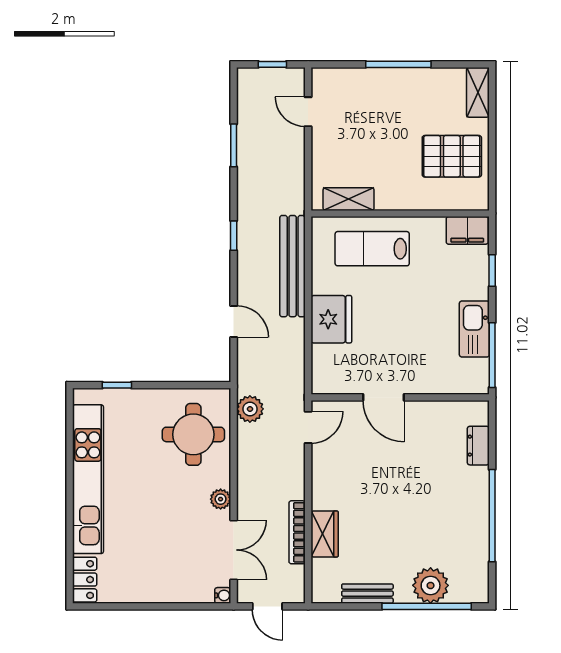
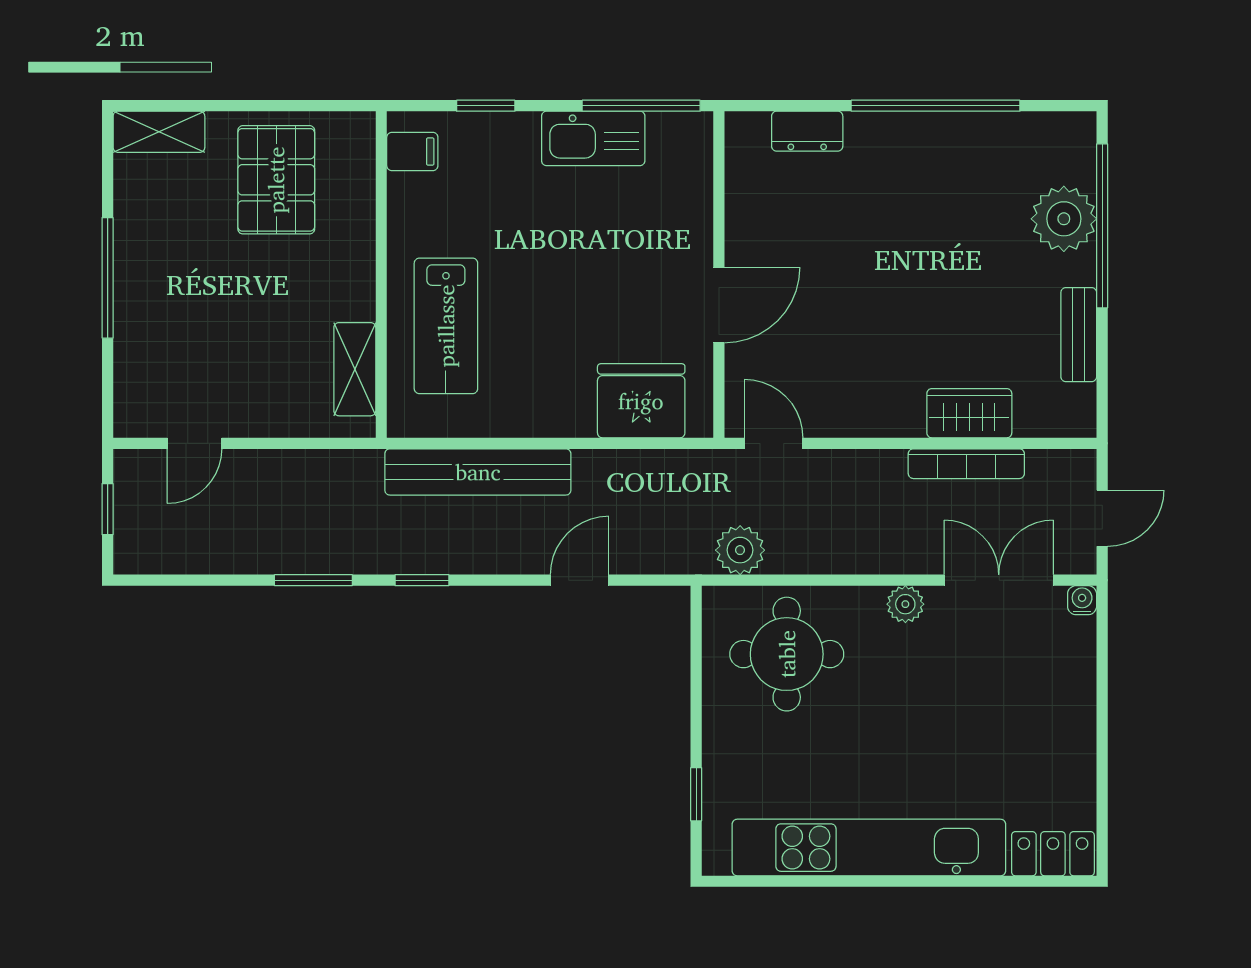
window: (234, 145) -> (313, 580), moved
filing cabinet: (467, 230) -> (412, 151), width x0.50
fridge: (331, 319) -> (641, 401), moved

